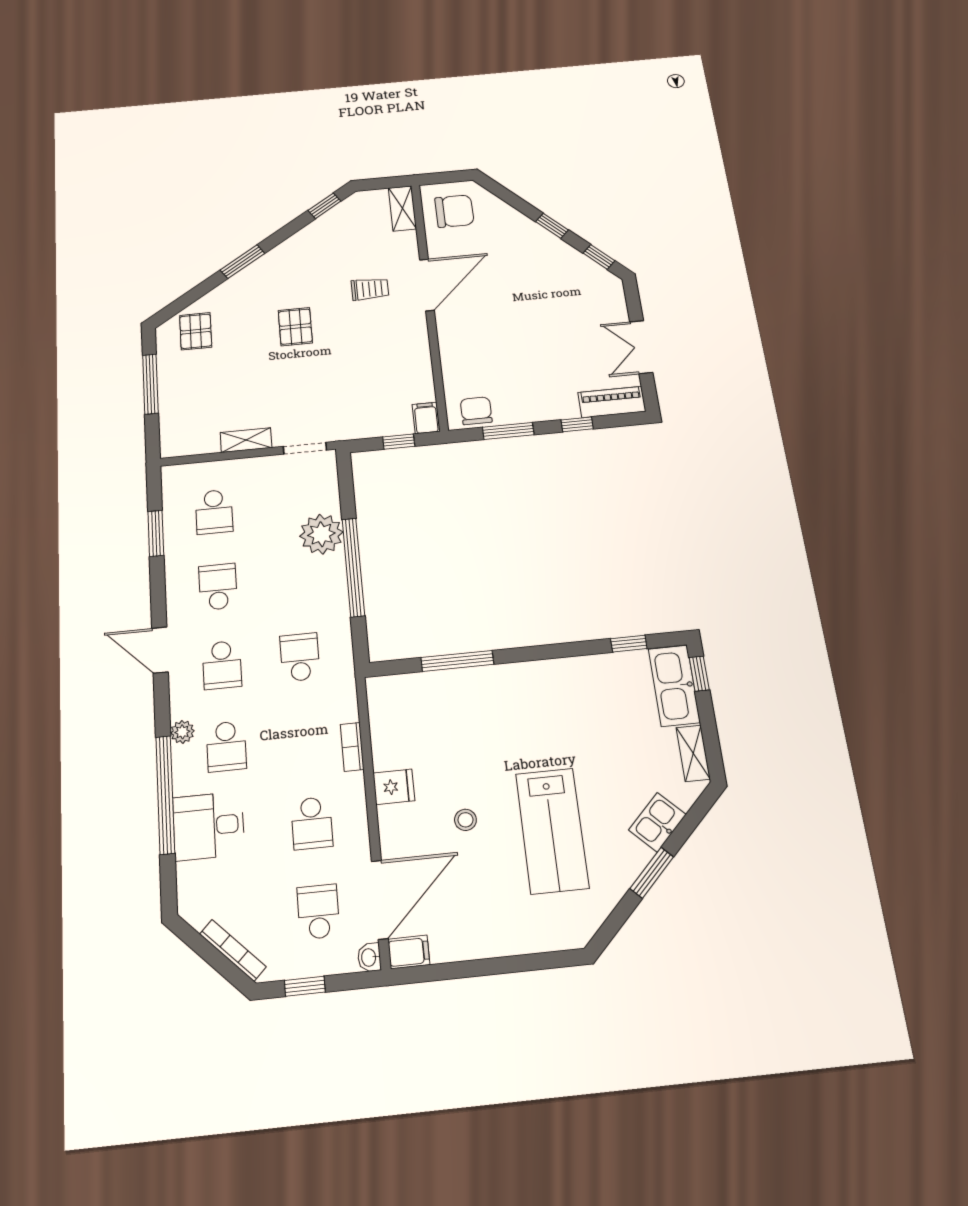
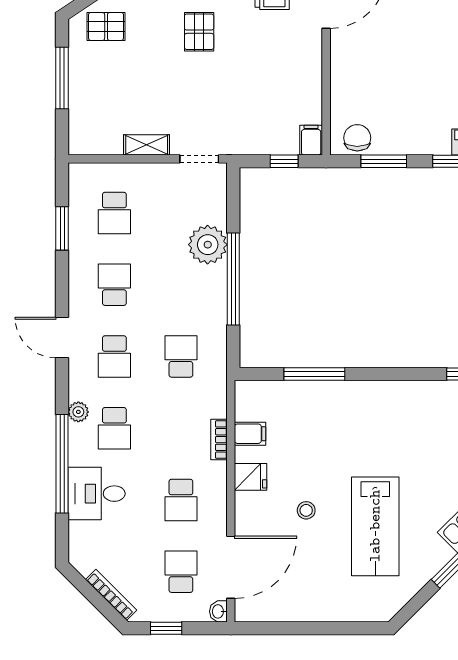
pallet: (196, 331) -> (106, 26), turned 90
filing cabinet: (409, 952) -> (250, 434), moved

